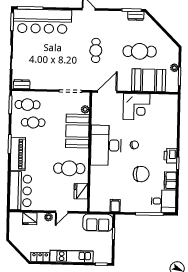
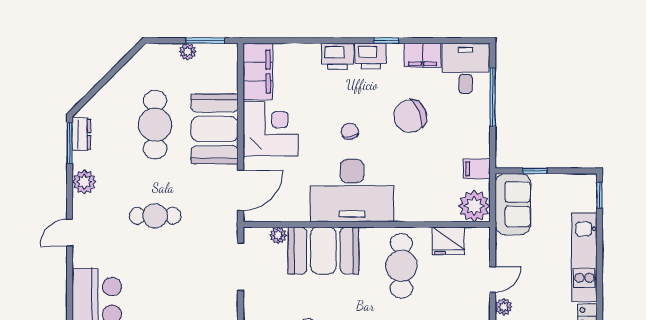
plant: (113, 17) -> (84, 182), added
booth: (149, 80) -> (215, 129), moved
door: (107, 92) -> (241, 190), swing flipped
filing cabinet: (164, 101) -> (258, 71), added
printer: (171, 140) -> (337, 56), added
chair: (141, 174) -> (410, 116), turned -113
plant: (97, 204) -> (474, 206), added
door: (62, 212) -> (493, 280), hinge flipped

